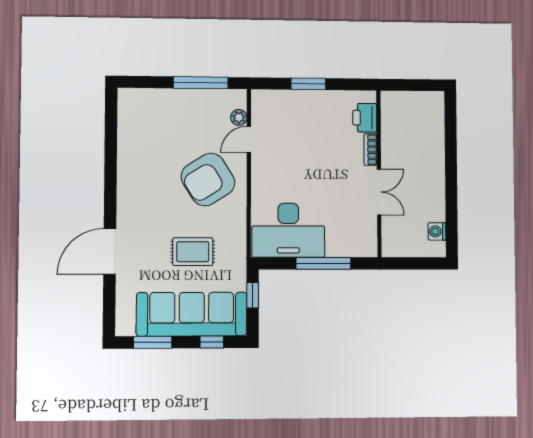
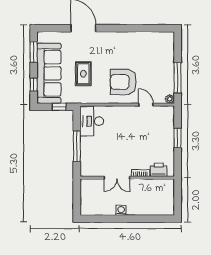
plant: (239, 117) -> (170, 99), moved
armchair: (208, 180) -> (123, 82), turned -58
desk: (288, 230) -> (92, 121), width x0.73, depth x0.77
washing machine: (437, 231) -> (121, 210), moved

